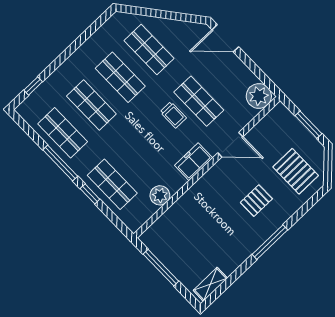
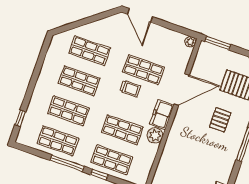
door: (225, 38) -> (140, 15), hinge flipped
plant: (259, 96) -> (190, 42), width x0.53, depth x0.53
window: (308, 125) -> (218, 43), moved
door: (230, 145) -> (182, 89), width x1.36
shop shelf: (141, 157) -> (122, 130), added
plant: (160, 195) -> (155, 136), moved

